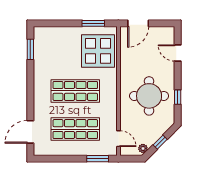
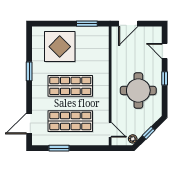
window: (30, 49) -> (29, 71), moved
display table: (98, 51) -> (60, 47), moved
window: (178, 97) -> (165, 78), moved
window: (98, 159) -> (59, 148), moved

